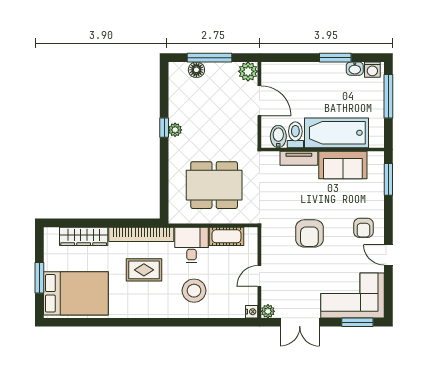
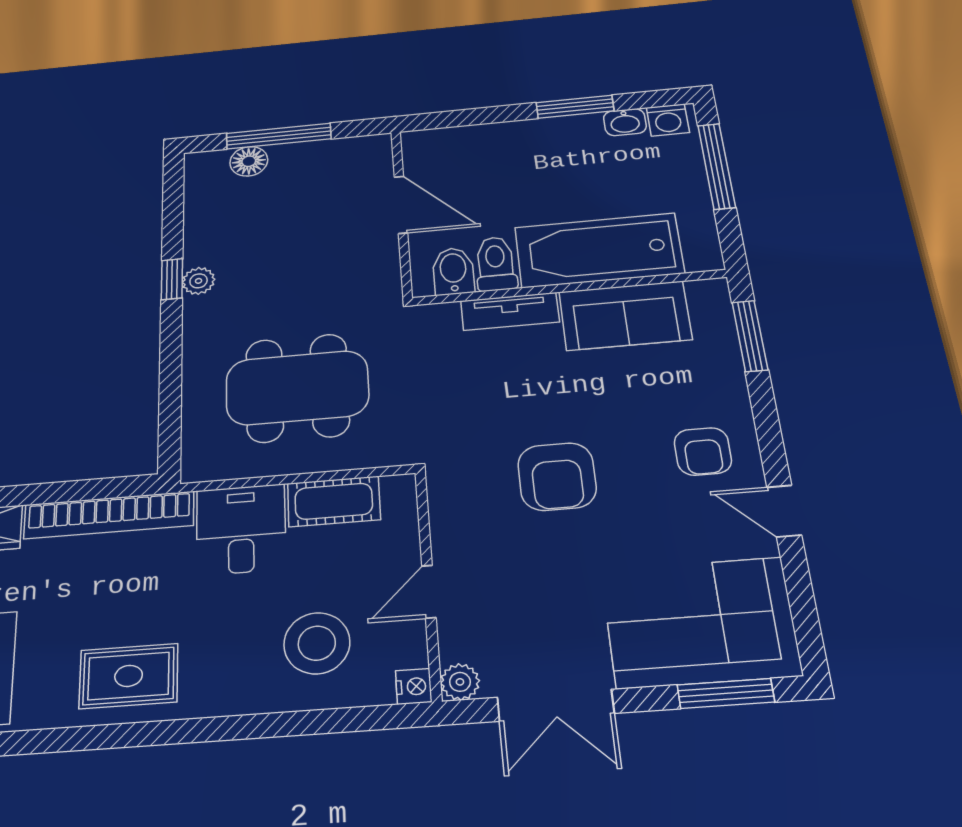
plant: (248, 71) -> (370, 152), removed
rug: (144, 270) -> (129, 676), moved
stool: (194, 291) -> (317, 643), moved

